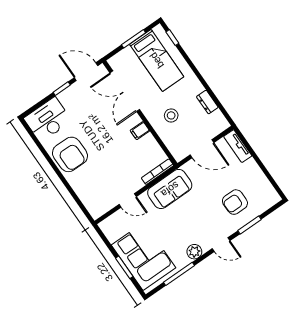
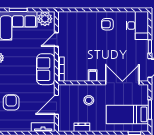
armchair: (70, 154) -> (107, 24), width x0.53, depth x0.53
plant: (113, 230) -> (45, 19), added

